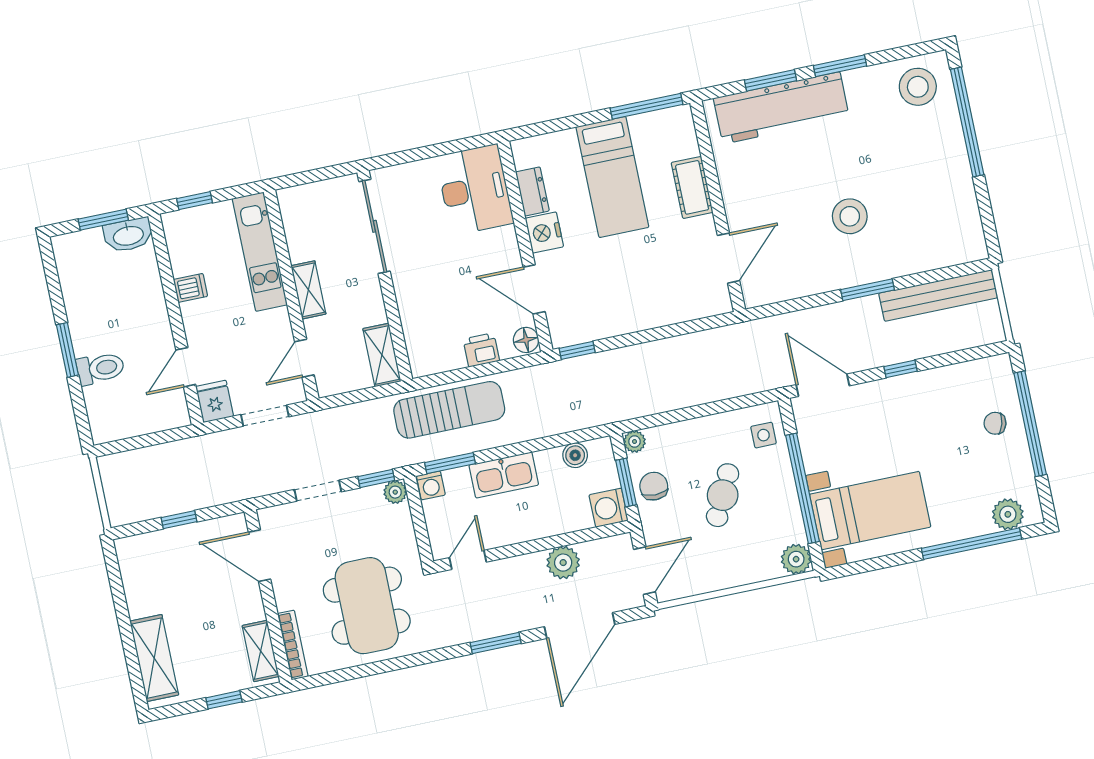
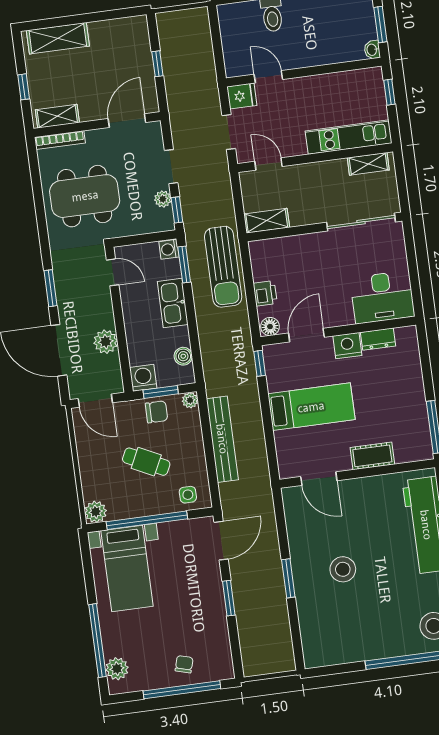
bed: (612, 177) -> (311, 407), moved, turned 180
washbasin: (128, 235) -> (372, 50), width x0.52, depth x0.69
dishwasher: (190, 288) -> (326, 85), removed
shelving: (308, 290) -> (368, 164), moved
bench: (938, 295) -> (222, 439), moved
window: (900, 369) -> (229, 598), width x1.50
plant: (395, 492) -> (163, 199), moved

